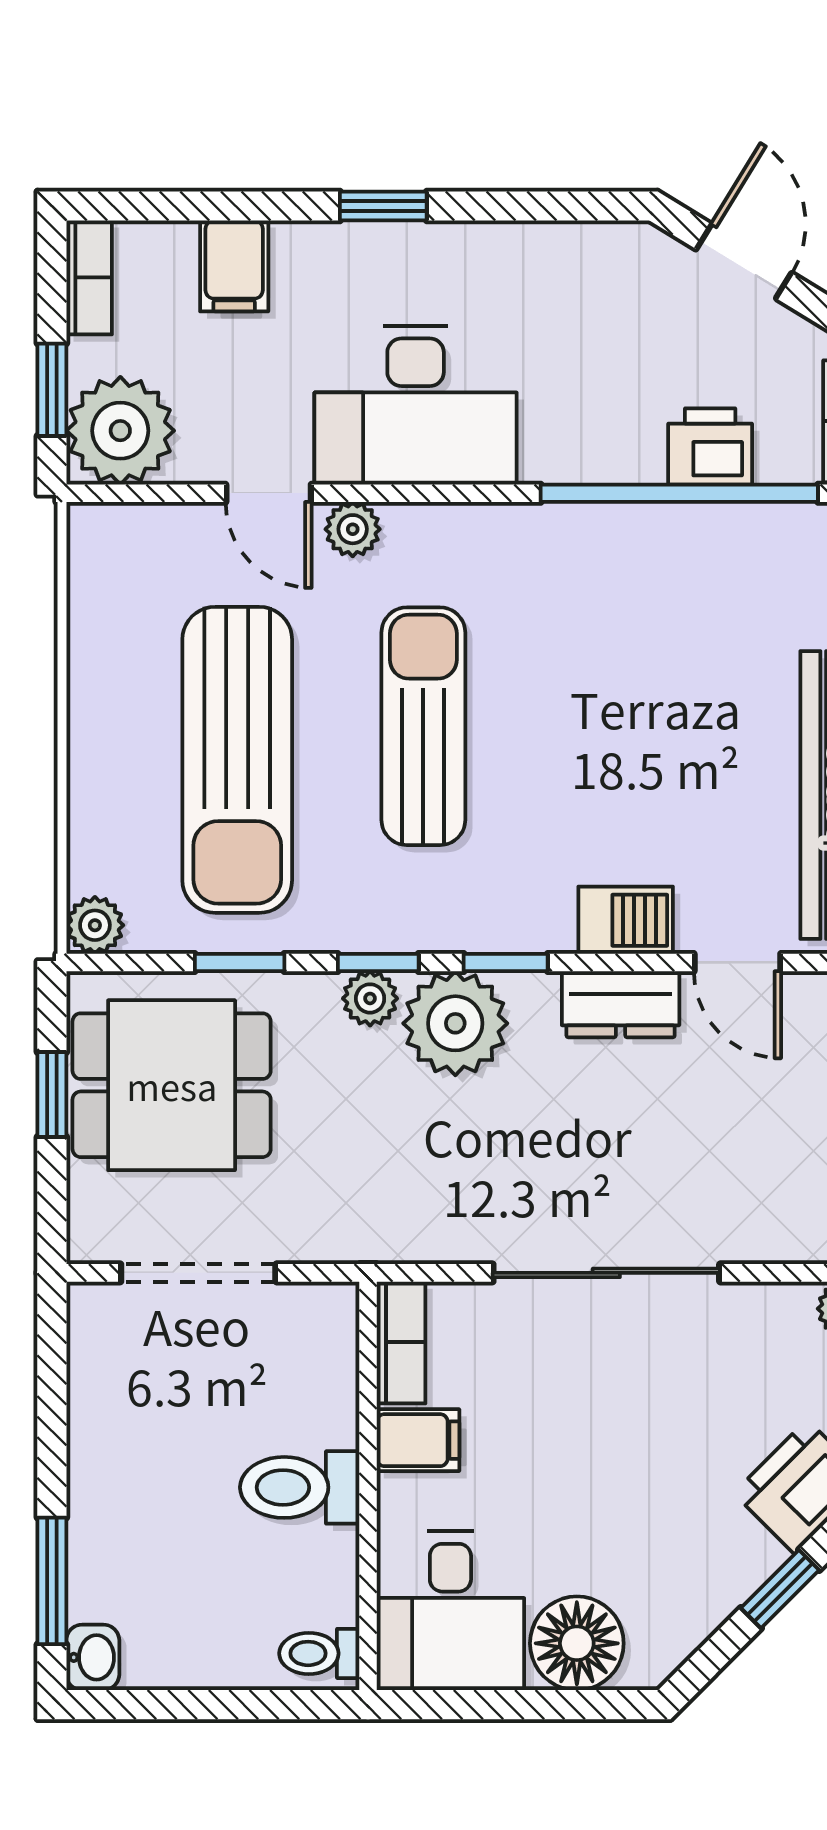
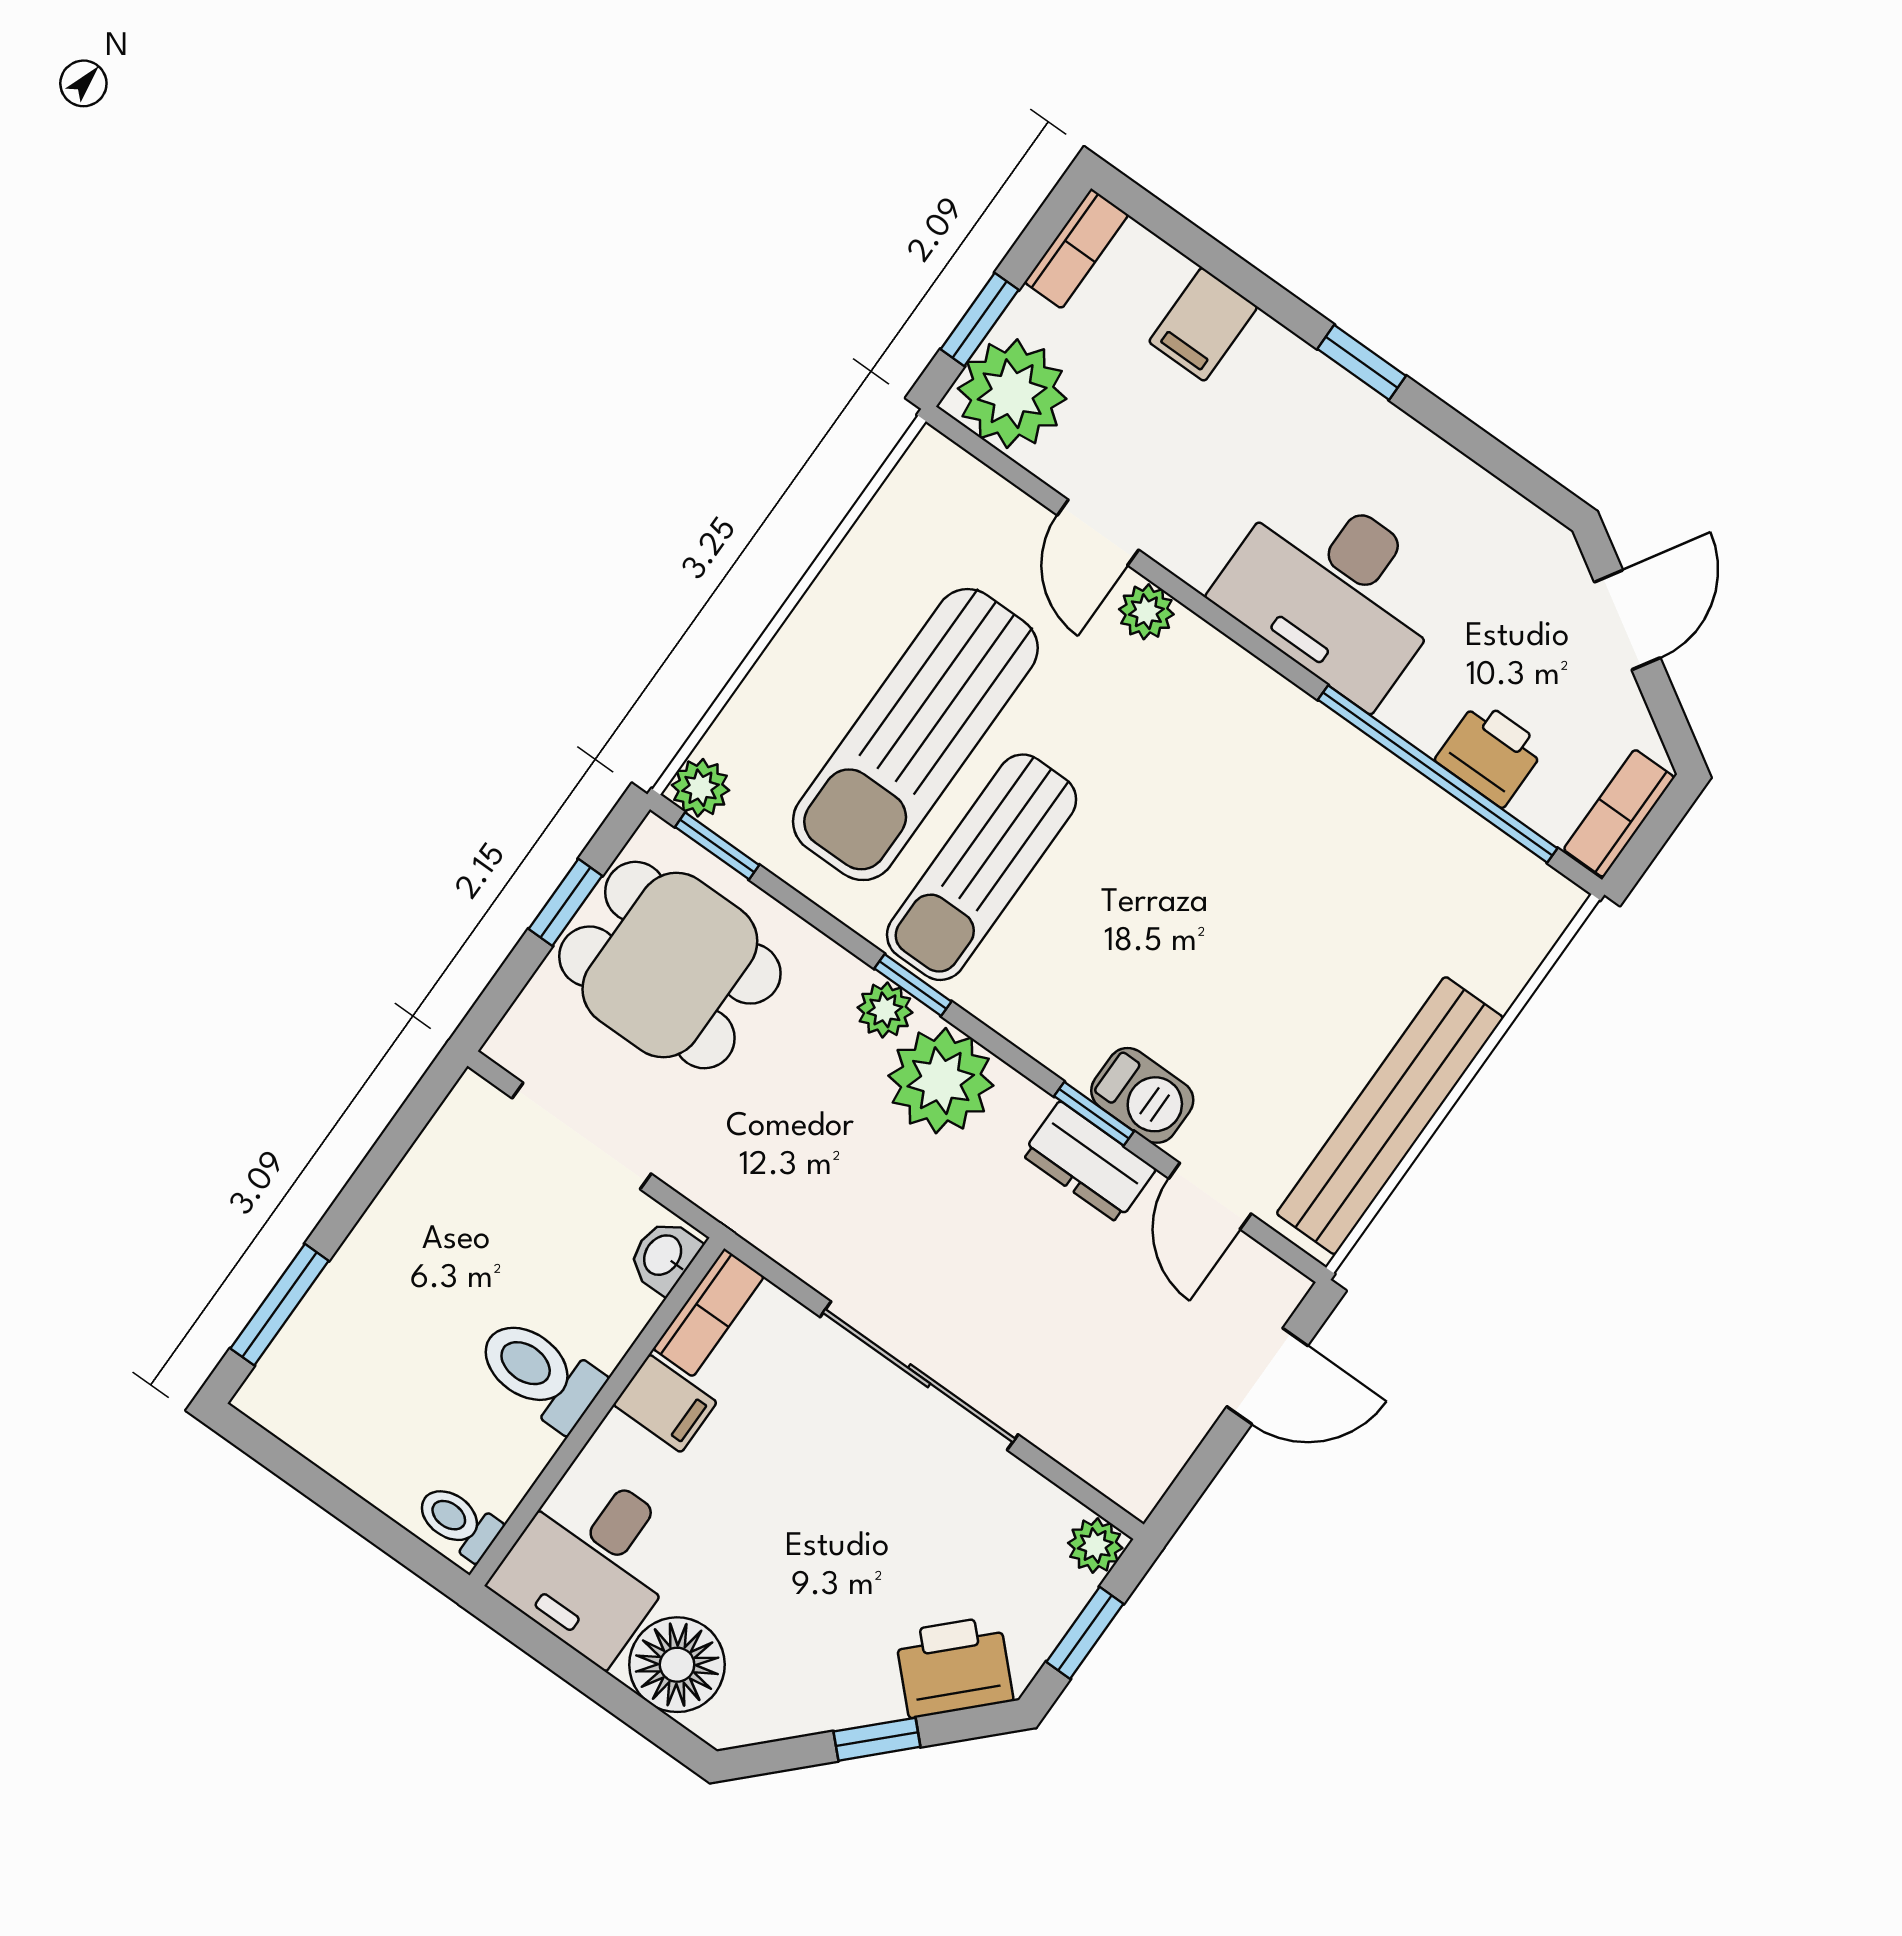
desk: (416, 405) -> (1334, 591), moved
sun lounger: (423, 726) -> (982, 867), moved, turned 180
window: (240, 962) -> (717, 846), moved
window: (506, 962) -> (1094, 1114), moved
washbasin: (93, 1657) -> (664, 1256), moved, turned 180

